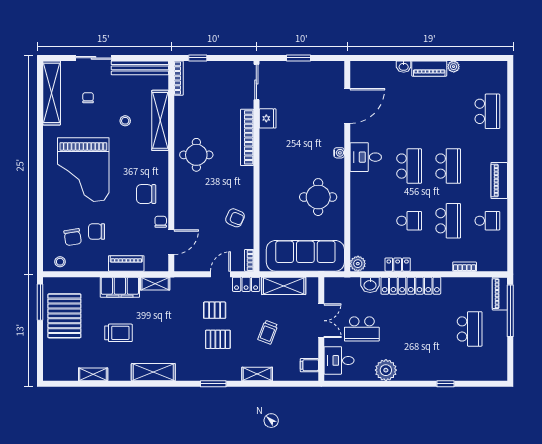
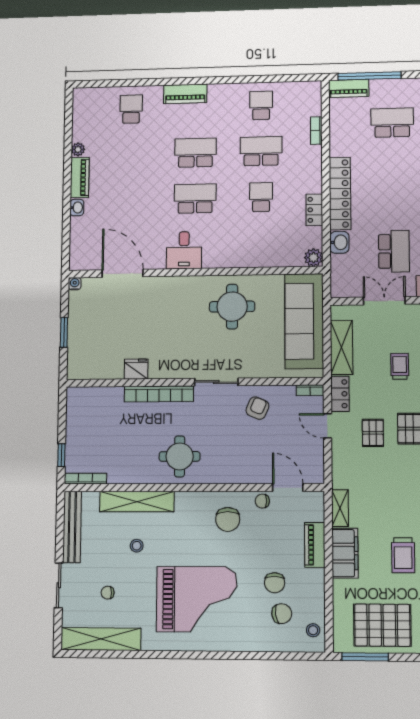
sliding door: (256, 82) -> (216, 382), moved
school desk: (487, 111) -> (131, 109), width x0.54
water cooler: (339, 153) -> (75, 284), moved
piano: (499, 181) -> (185, 94), moved
trolley: (268, 332) -> (400, 366), turned -111
trolley: (118, 333) -> (403, 555), turned 180

